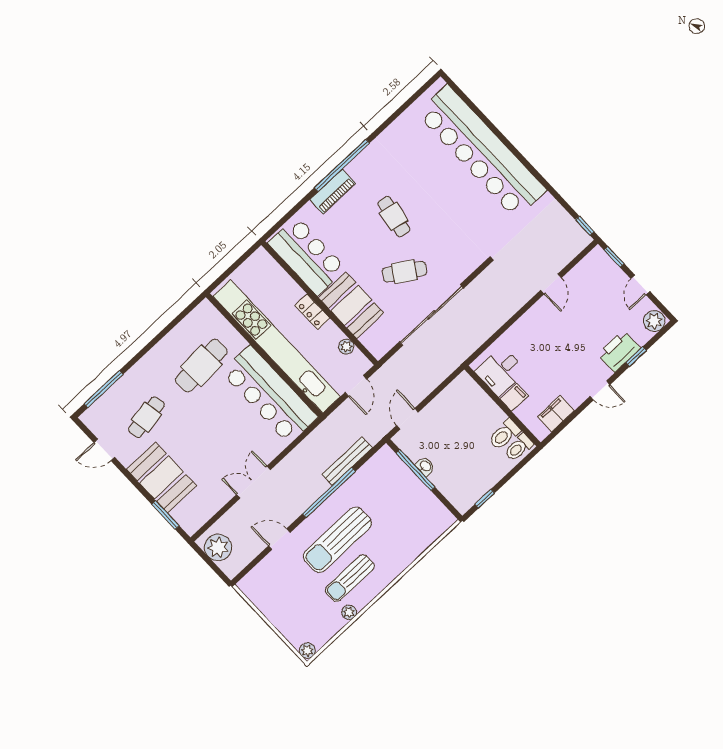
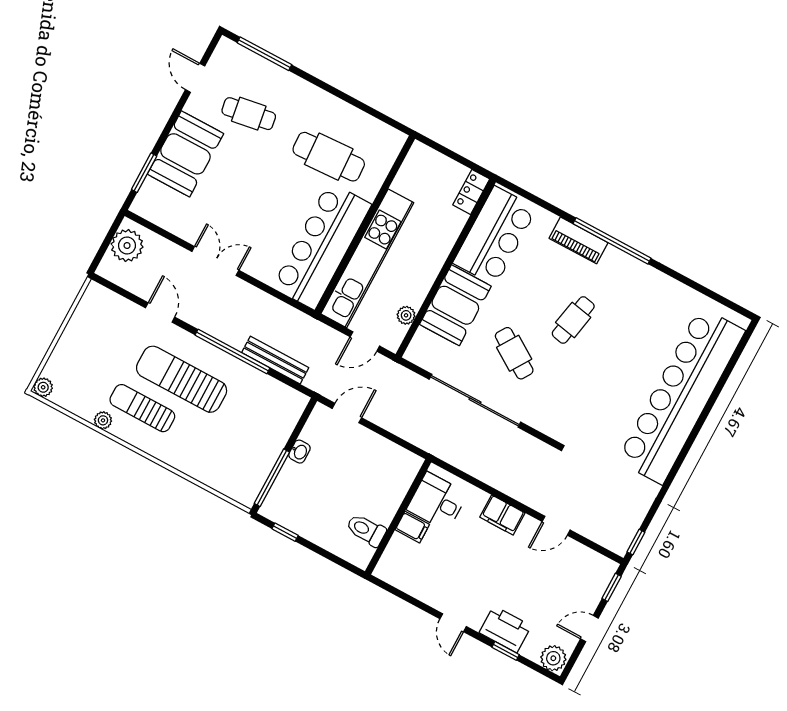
locker: (312, 312) -> (471, 192), moved
kitchen unit: (277, 346) -> (367, 258), width x0.73
filing cabinet: (556, 414) -> (502, 515), moved, turned 180
toilet: (519, 447) -> (357, 551), removed
window: (415, 470) -> (272, 478), moved

